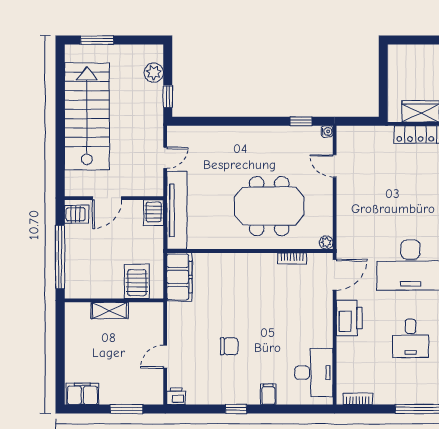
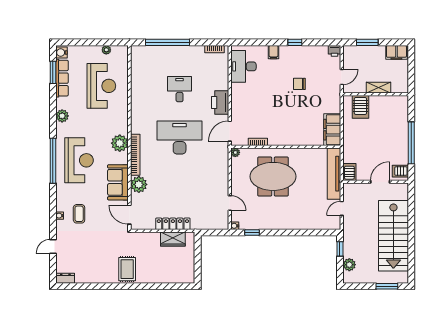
server rack: (137, 281) -> (360, 107), moved
wall: (114, 300) -> (376, 94), moved
shelving: (110, 310) -> (378, 88), moved

